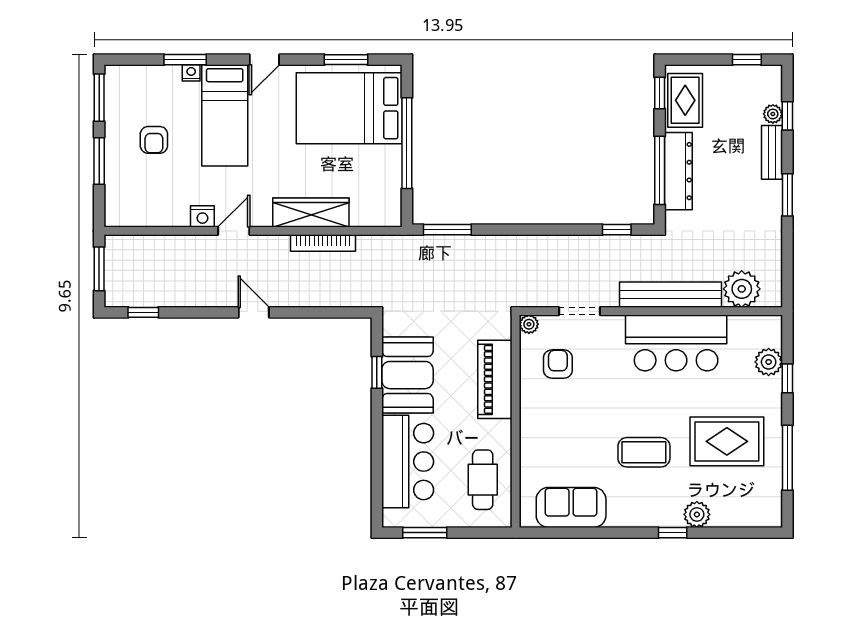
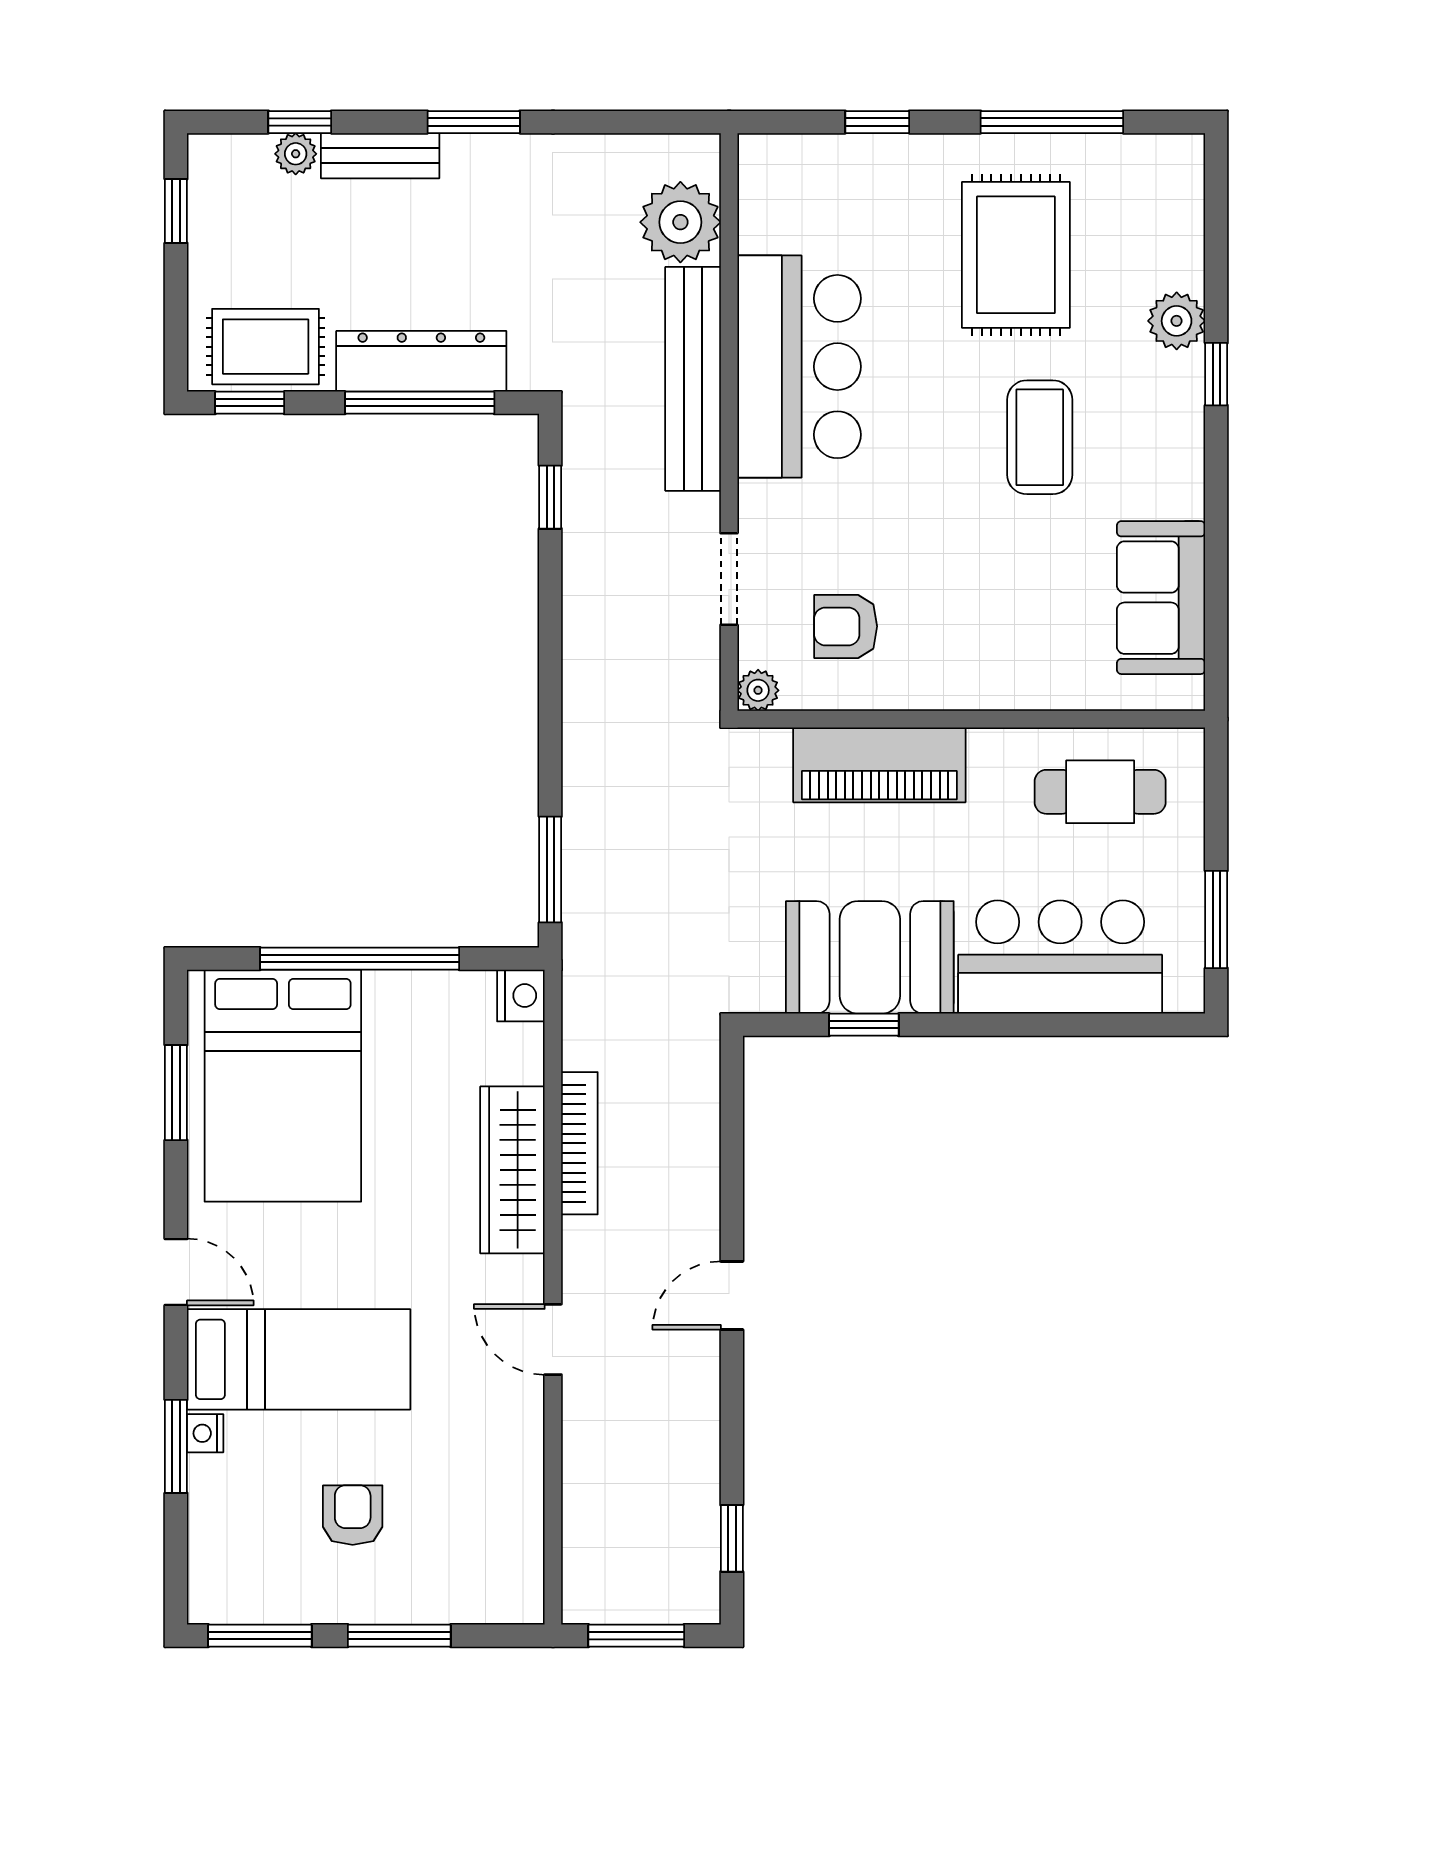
armchair: (154, 140) -> (353, 1515), turned -90
nightstand: (202, 216) -> (521, 996), moved
plant: (769, 362) -> (841, 163), removed

